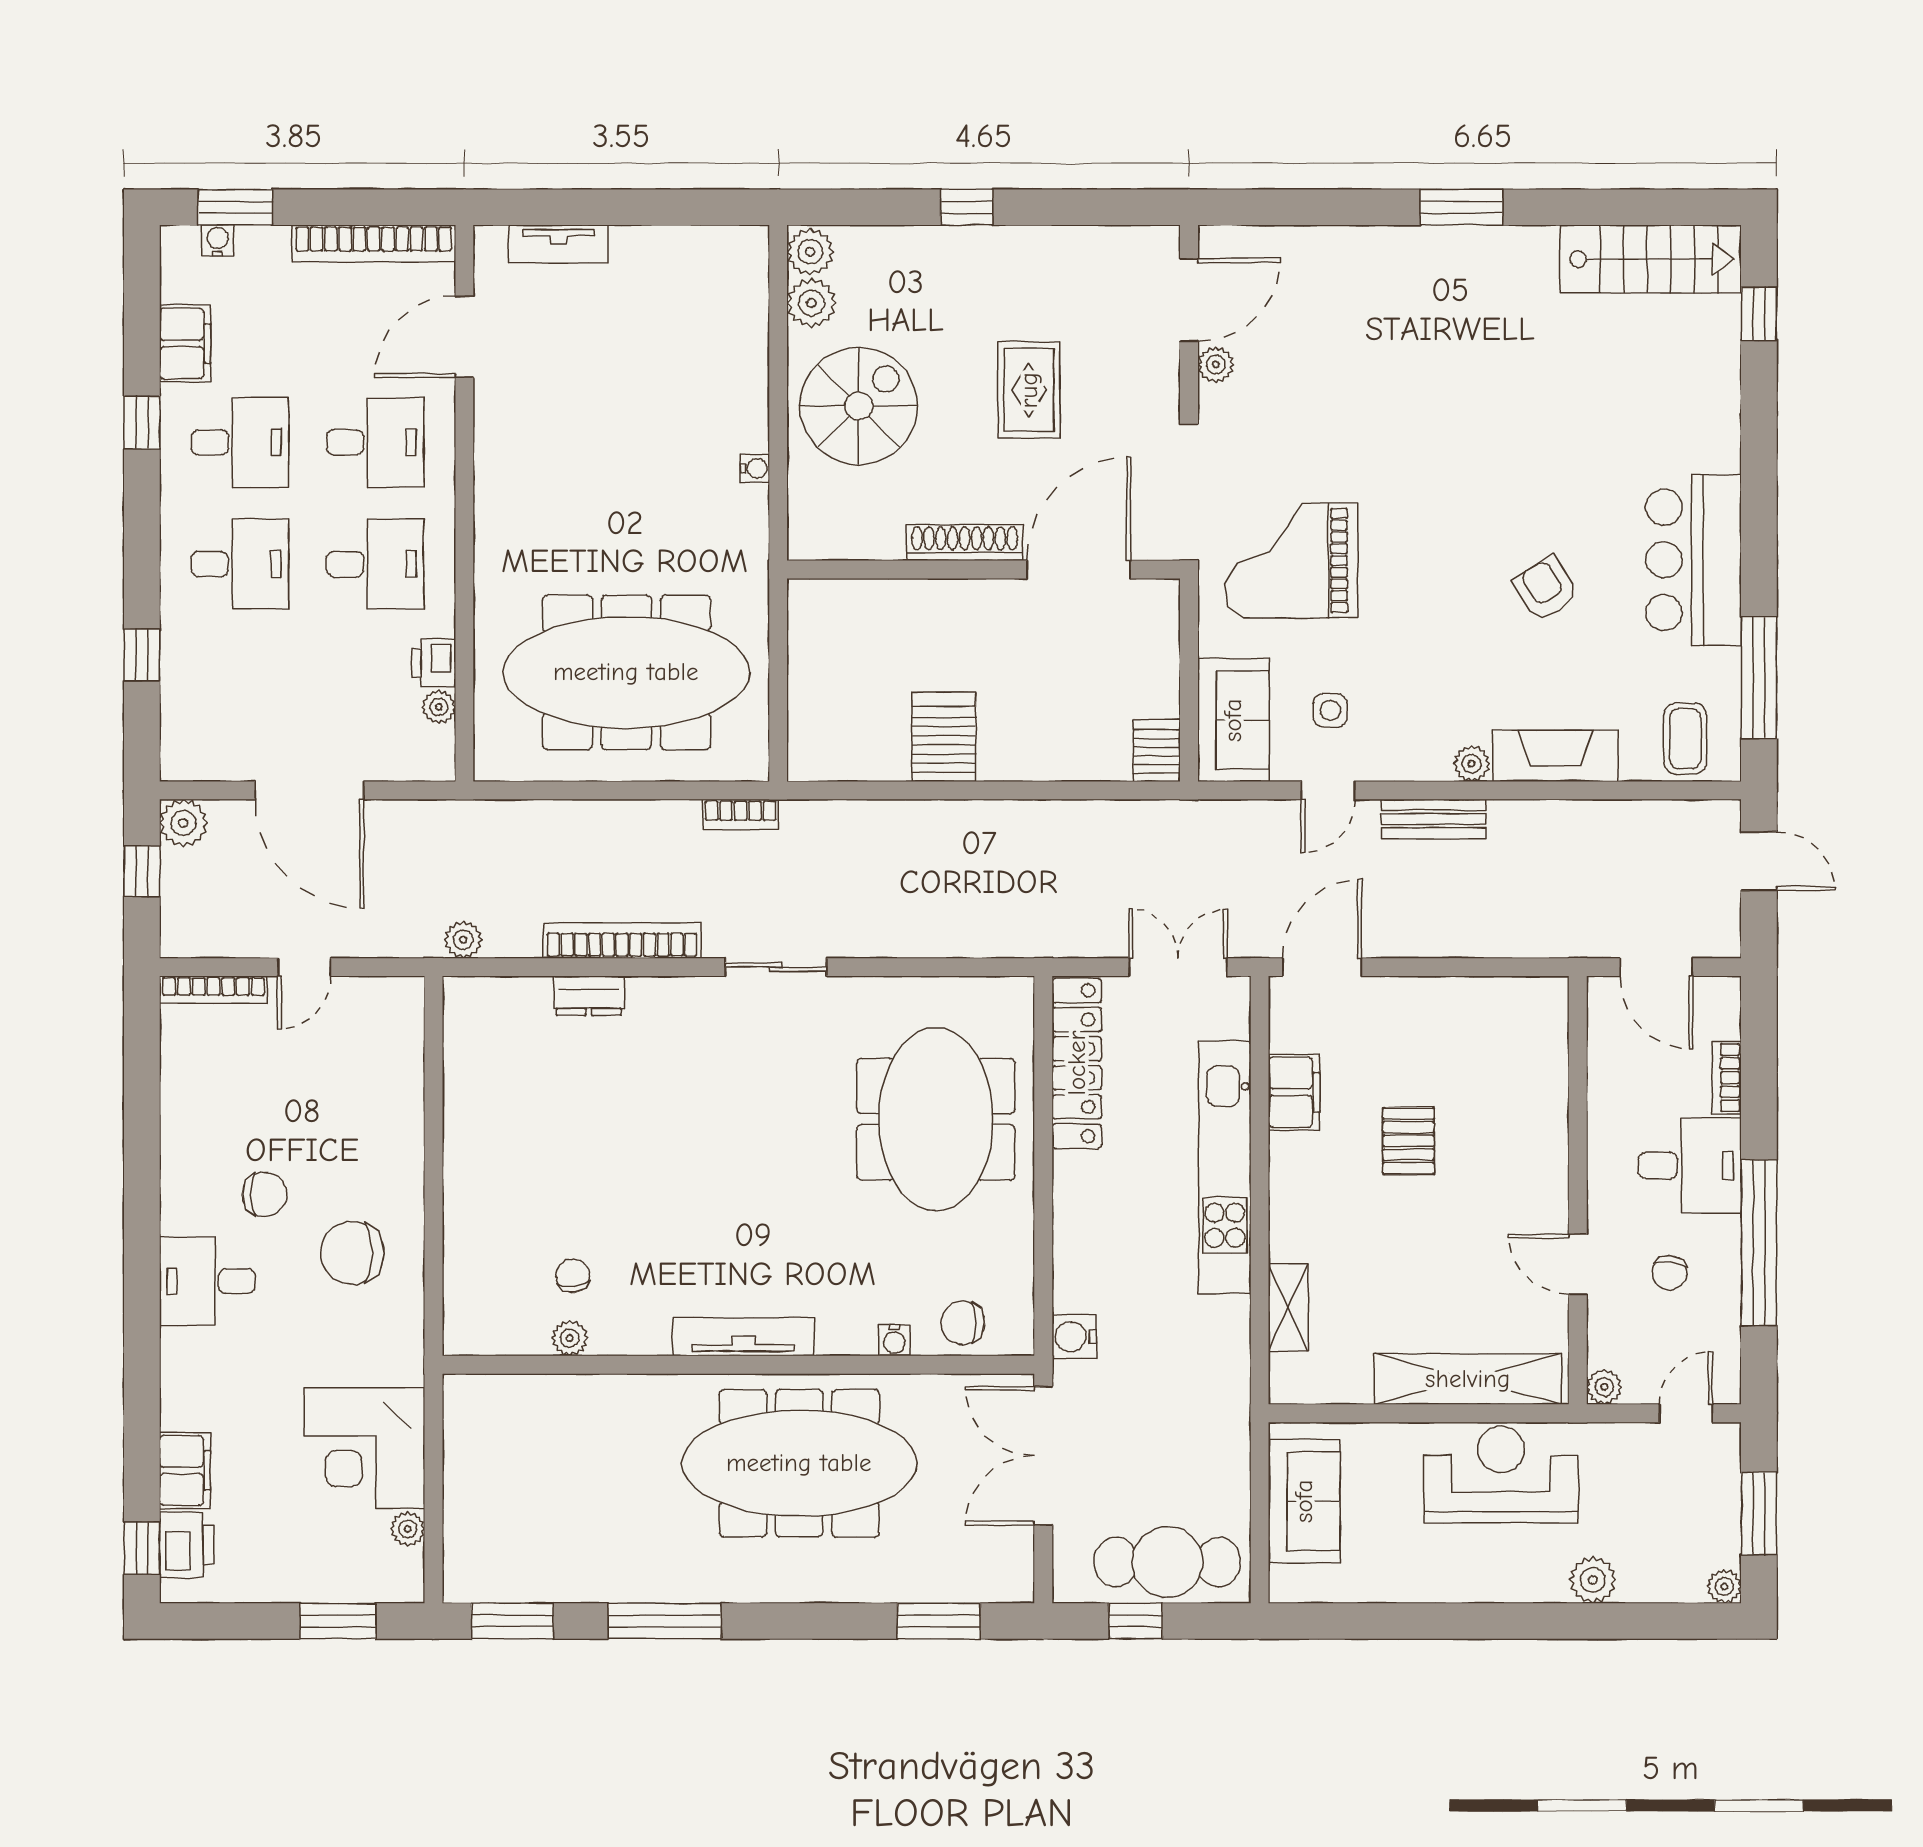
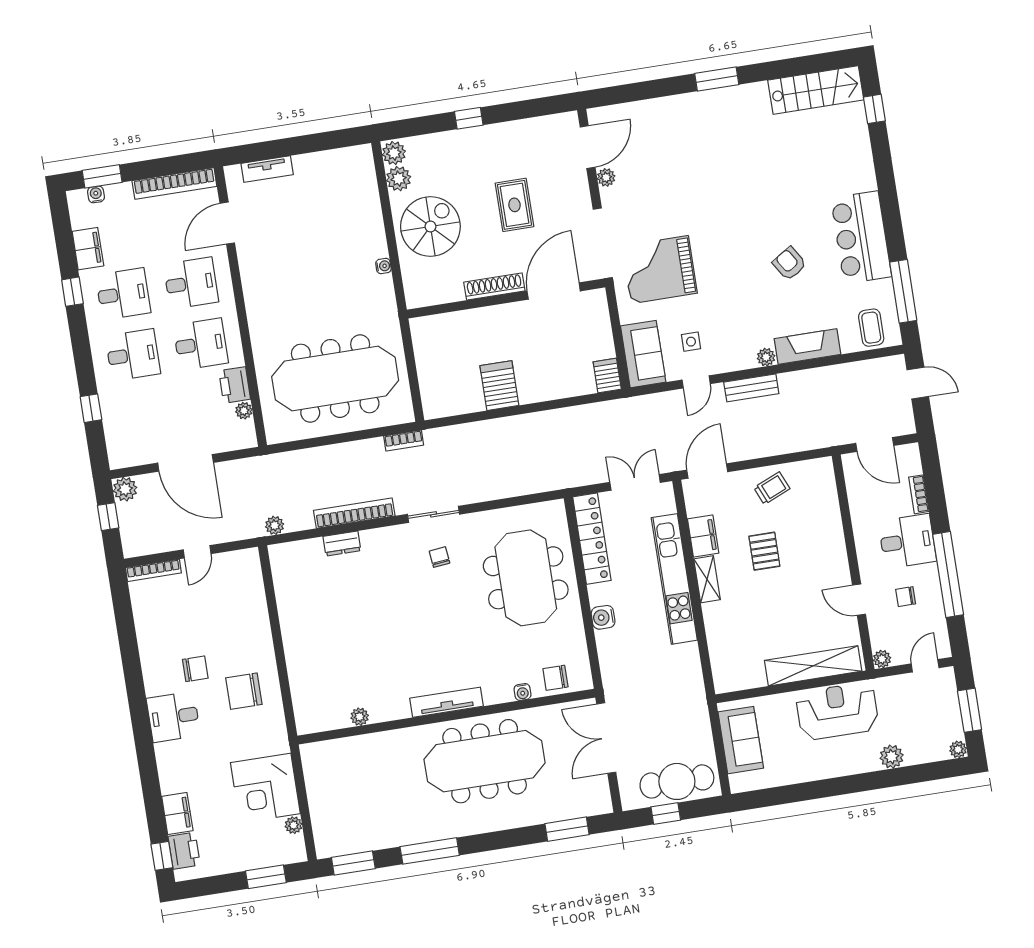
printer: (434, 663) -> (235, 385), width x1.36, depth x1.24
trolley: (1443, 1021) -> (772, 488), added
chair: (1670, 1273) -> (906, 597), turned 83
chair: (573, 1276) -> (440, 557), moved
shelving: (1288, 1308) -> (707, 579), moved
water cooler: (1074, 1337) -> (603, 617), moved

